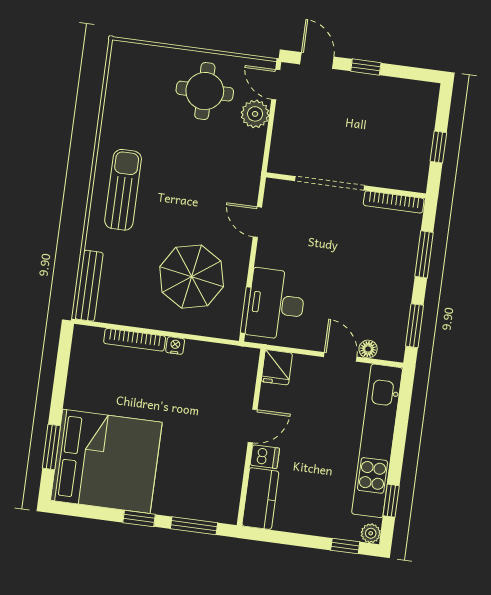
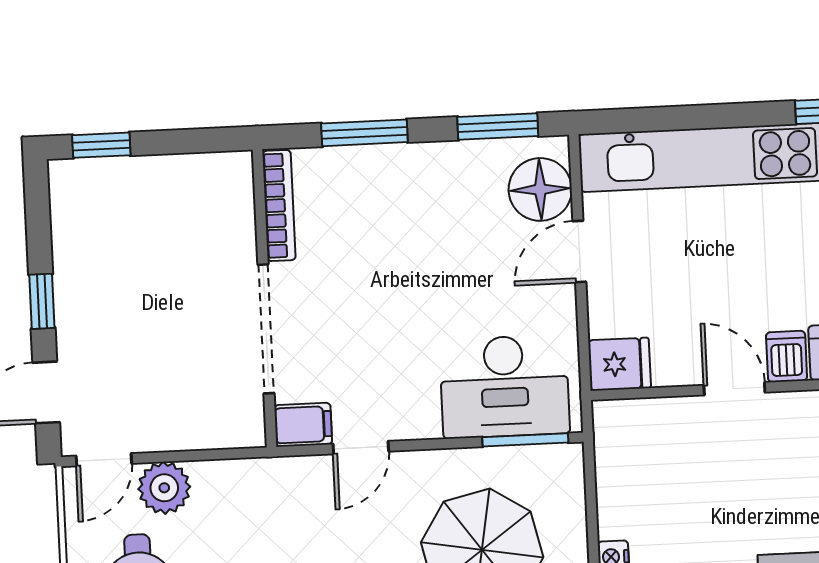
window: (438, 147) -> (101, 145), moved
filing cabinet: (275, 194) -> (303, 425), added
floor lamp: (368, 349) -> (540, 189), width x1.89, depth x1.89

